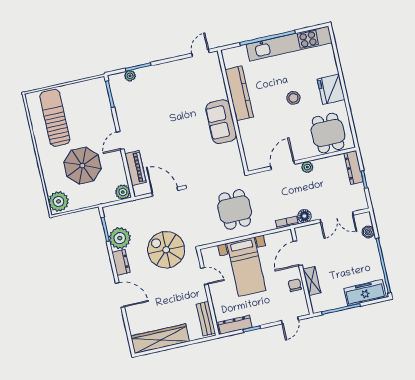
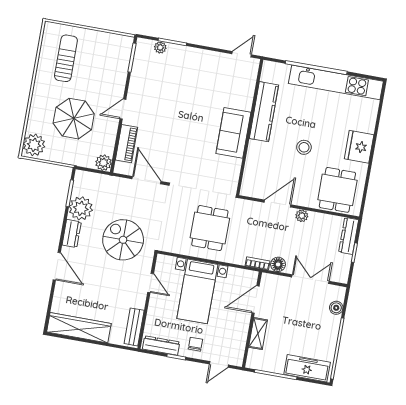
stool: (293, 98) -> (304, 147), moved
sun lounger: (55, 118) -> (66, 58), width x0.73, depth x0.75
double door: (337, 217) -> (310, 279), swing flipped
chair: (295, 285) -> (195, 344), moved

